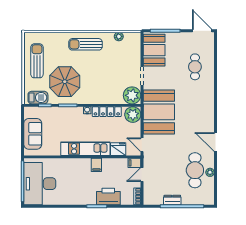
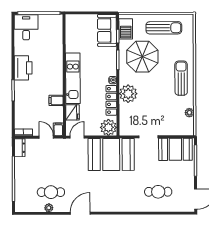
plant: (132, 95) -> (128, 94), moved
sofa: (33, 134) -> (107, 30), moved, turned 90
filing cabinet: (96, 165) -> (56, 100), moved
cafe table: (195, 170) -> (51, 192), width x0.73, depth x0.74
desk: (40, 184) -> (26, 27), width x0.53, depth x0.77
printer: (108, 196) -> (23, 68), moved
dresser: (172, 200) -> (20, 148), moved

